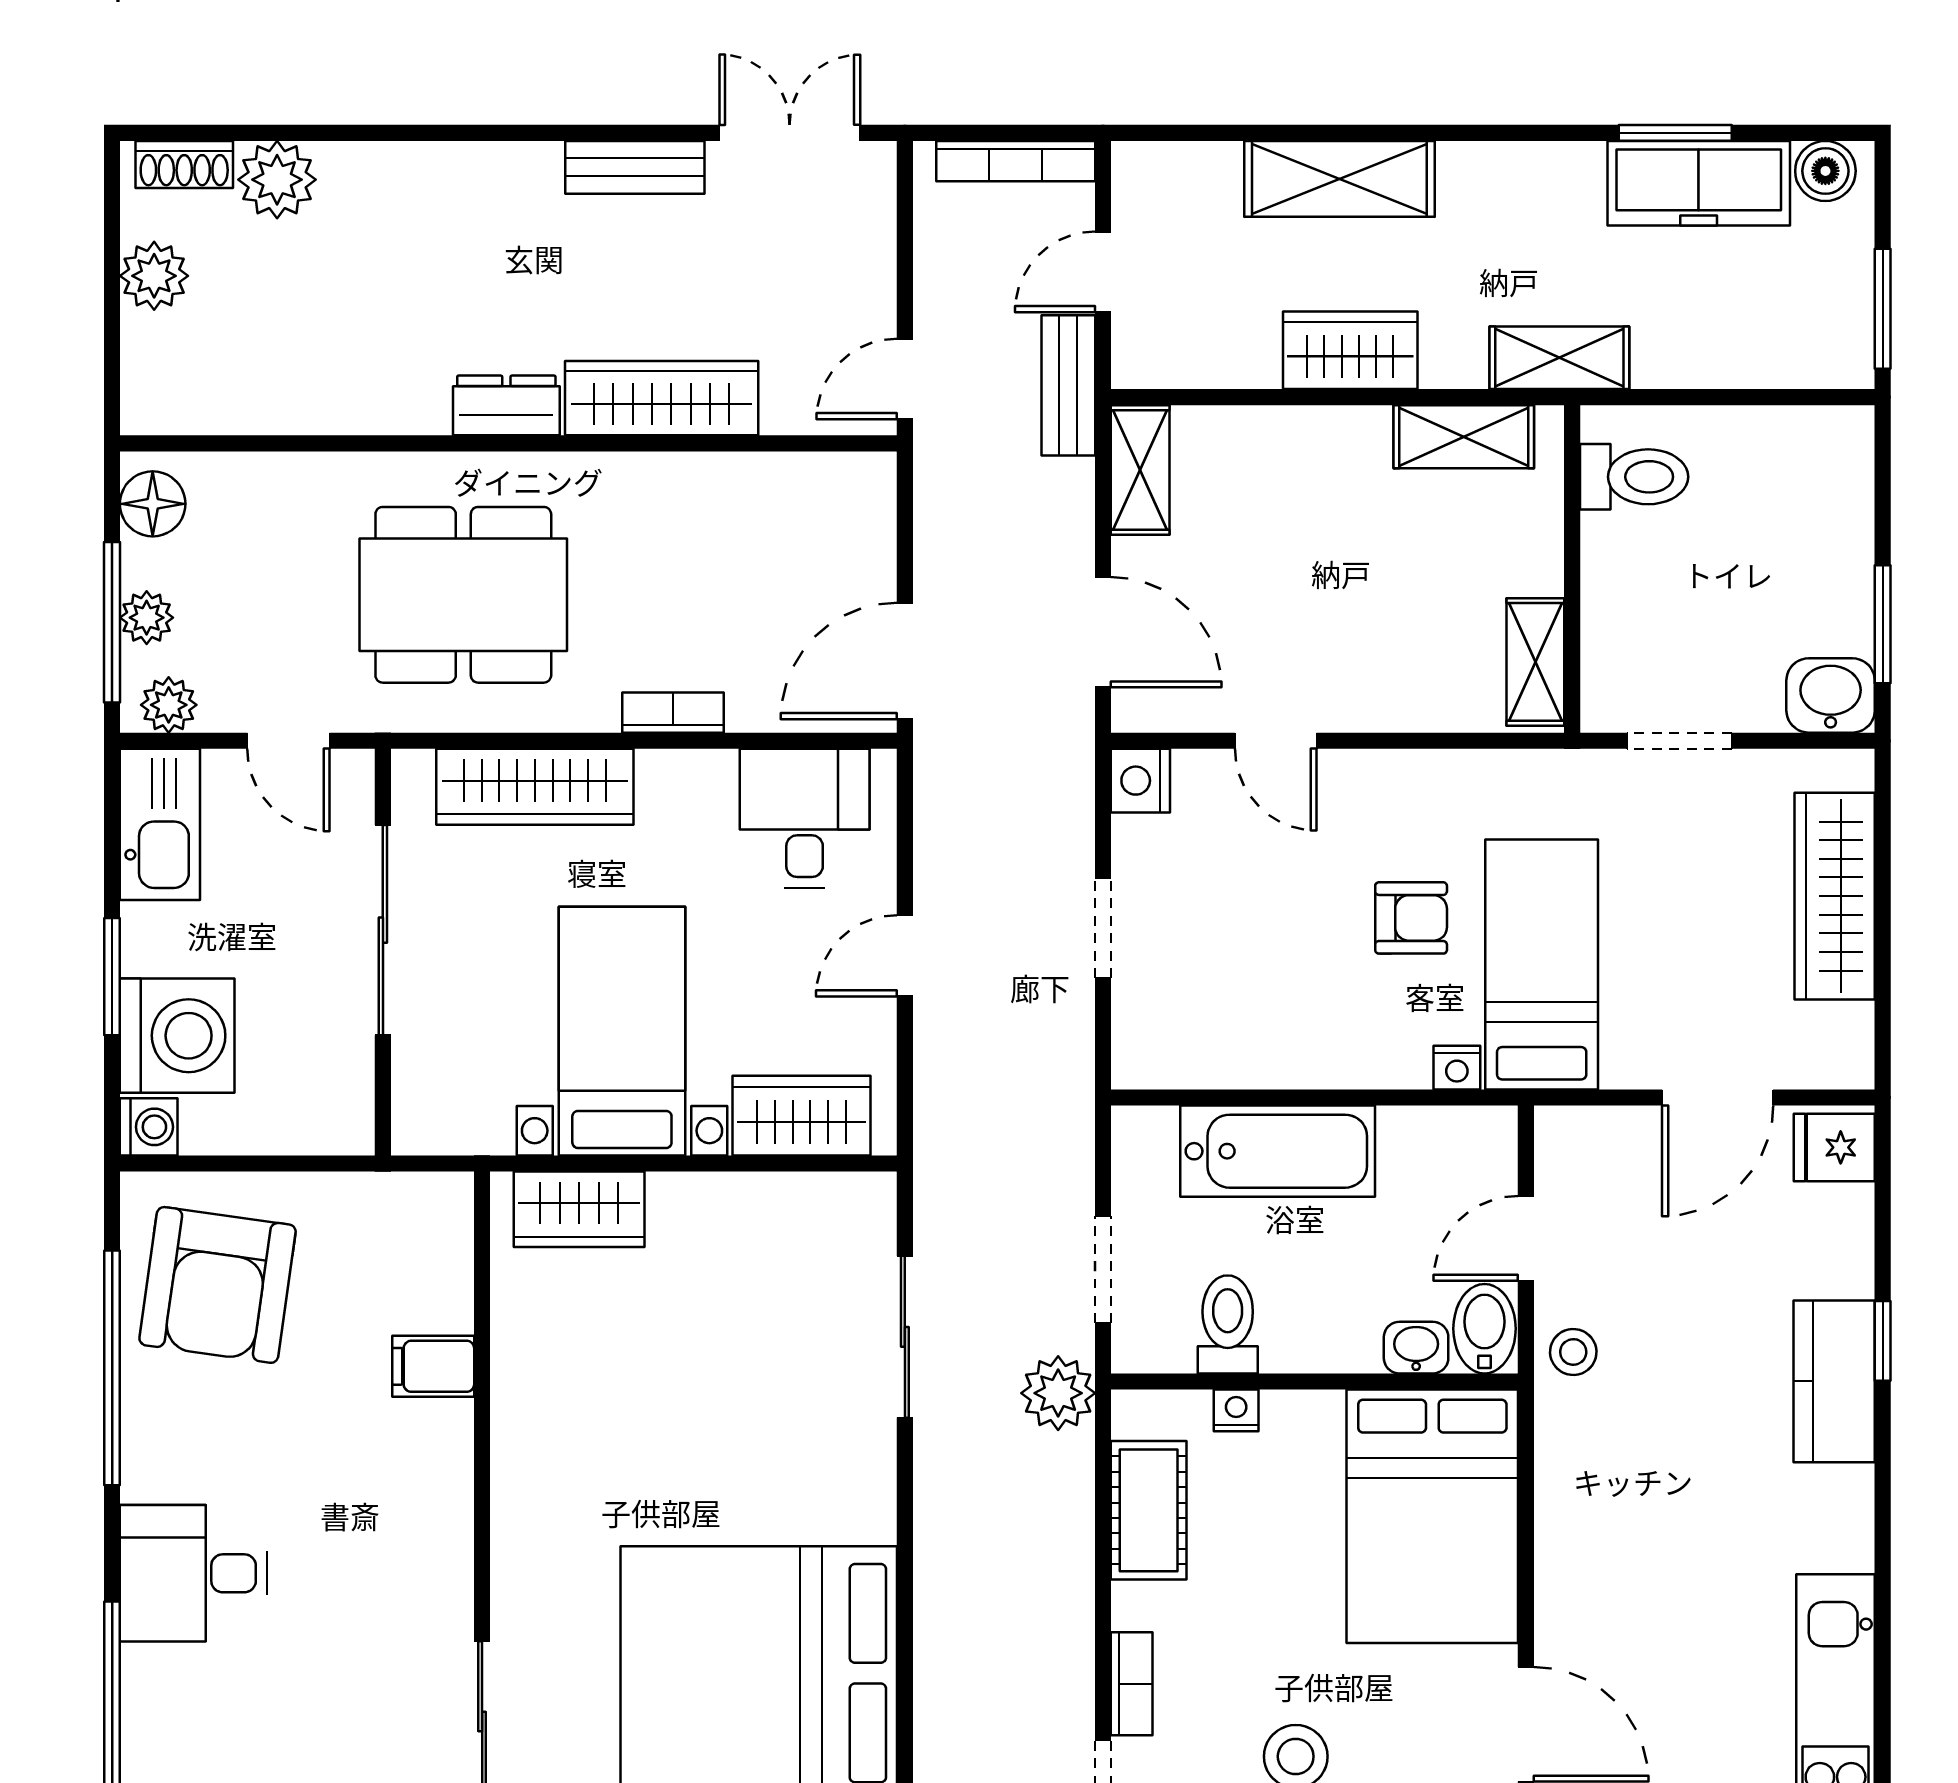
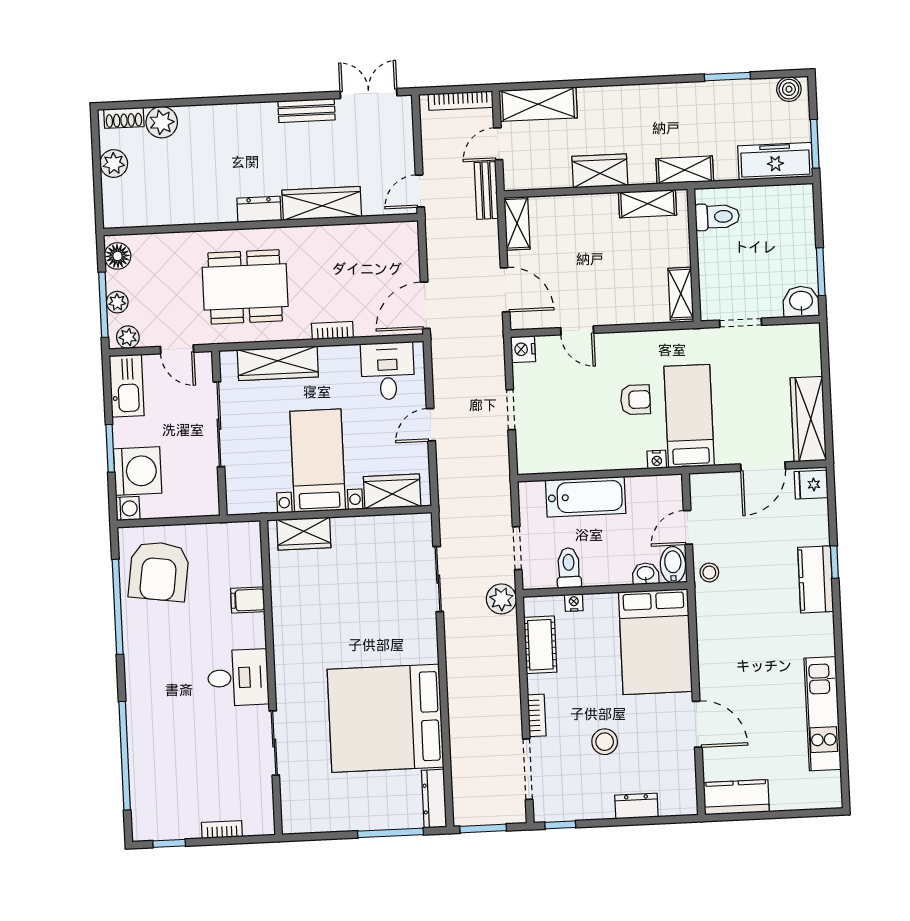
shelving: (1339, 179) -> (538, 104), moved
freezer: (1699, 183) -> (775, 161), moved, turned 180
wardrobe: (1835, 896) -> (808, 419), moved
desk: (194, 1573) -> (238, 678), moved, turned 180

